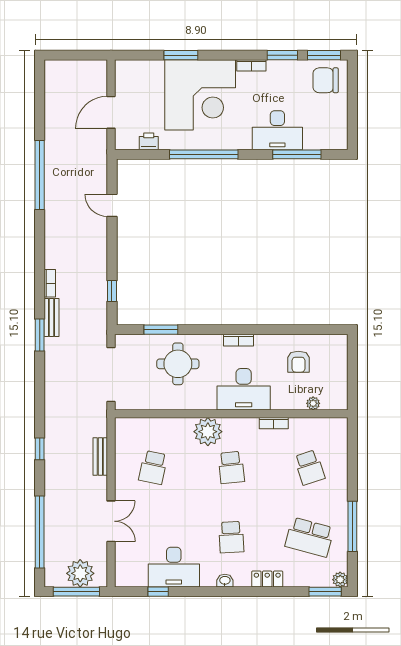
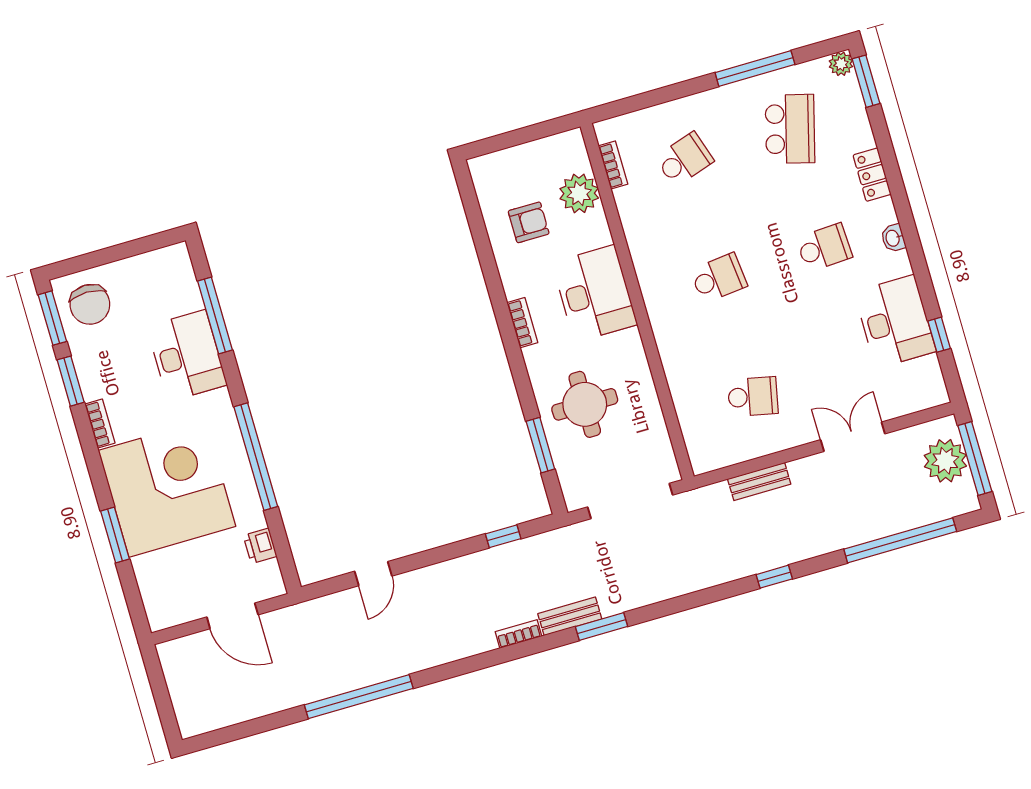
plant: (313, 403) -> (579, 193), width x1.87, depth x1.87
bookcase: (274, 423) -> (613, 165), moved
plant: (208, 432) -> (674, 329), removed

